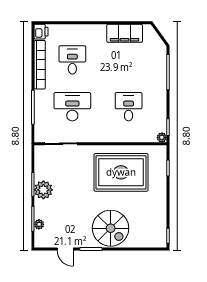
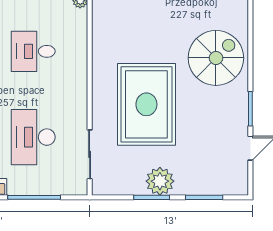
rug: (121, 172) -> (146, 104), moved
plant: (39, 224) -> (213, 188), removed
spiral stairs: (111, 228) -> (216, 58), moved

